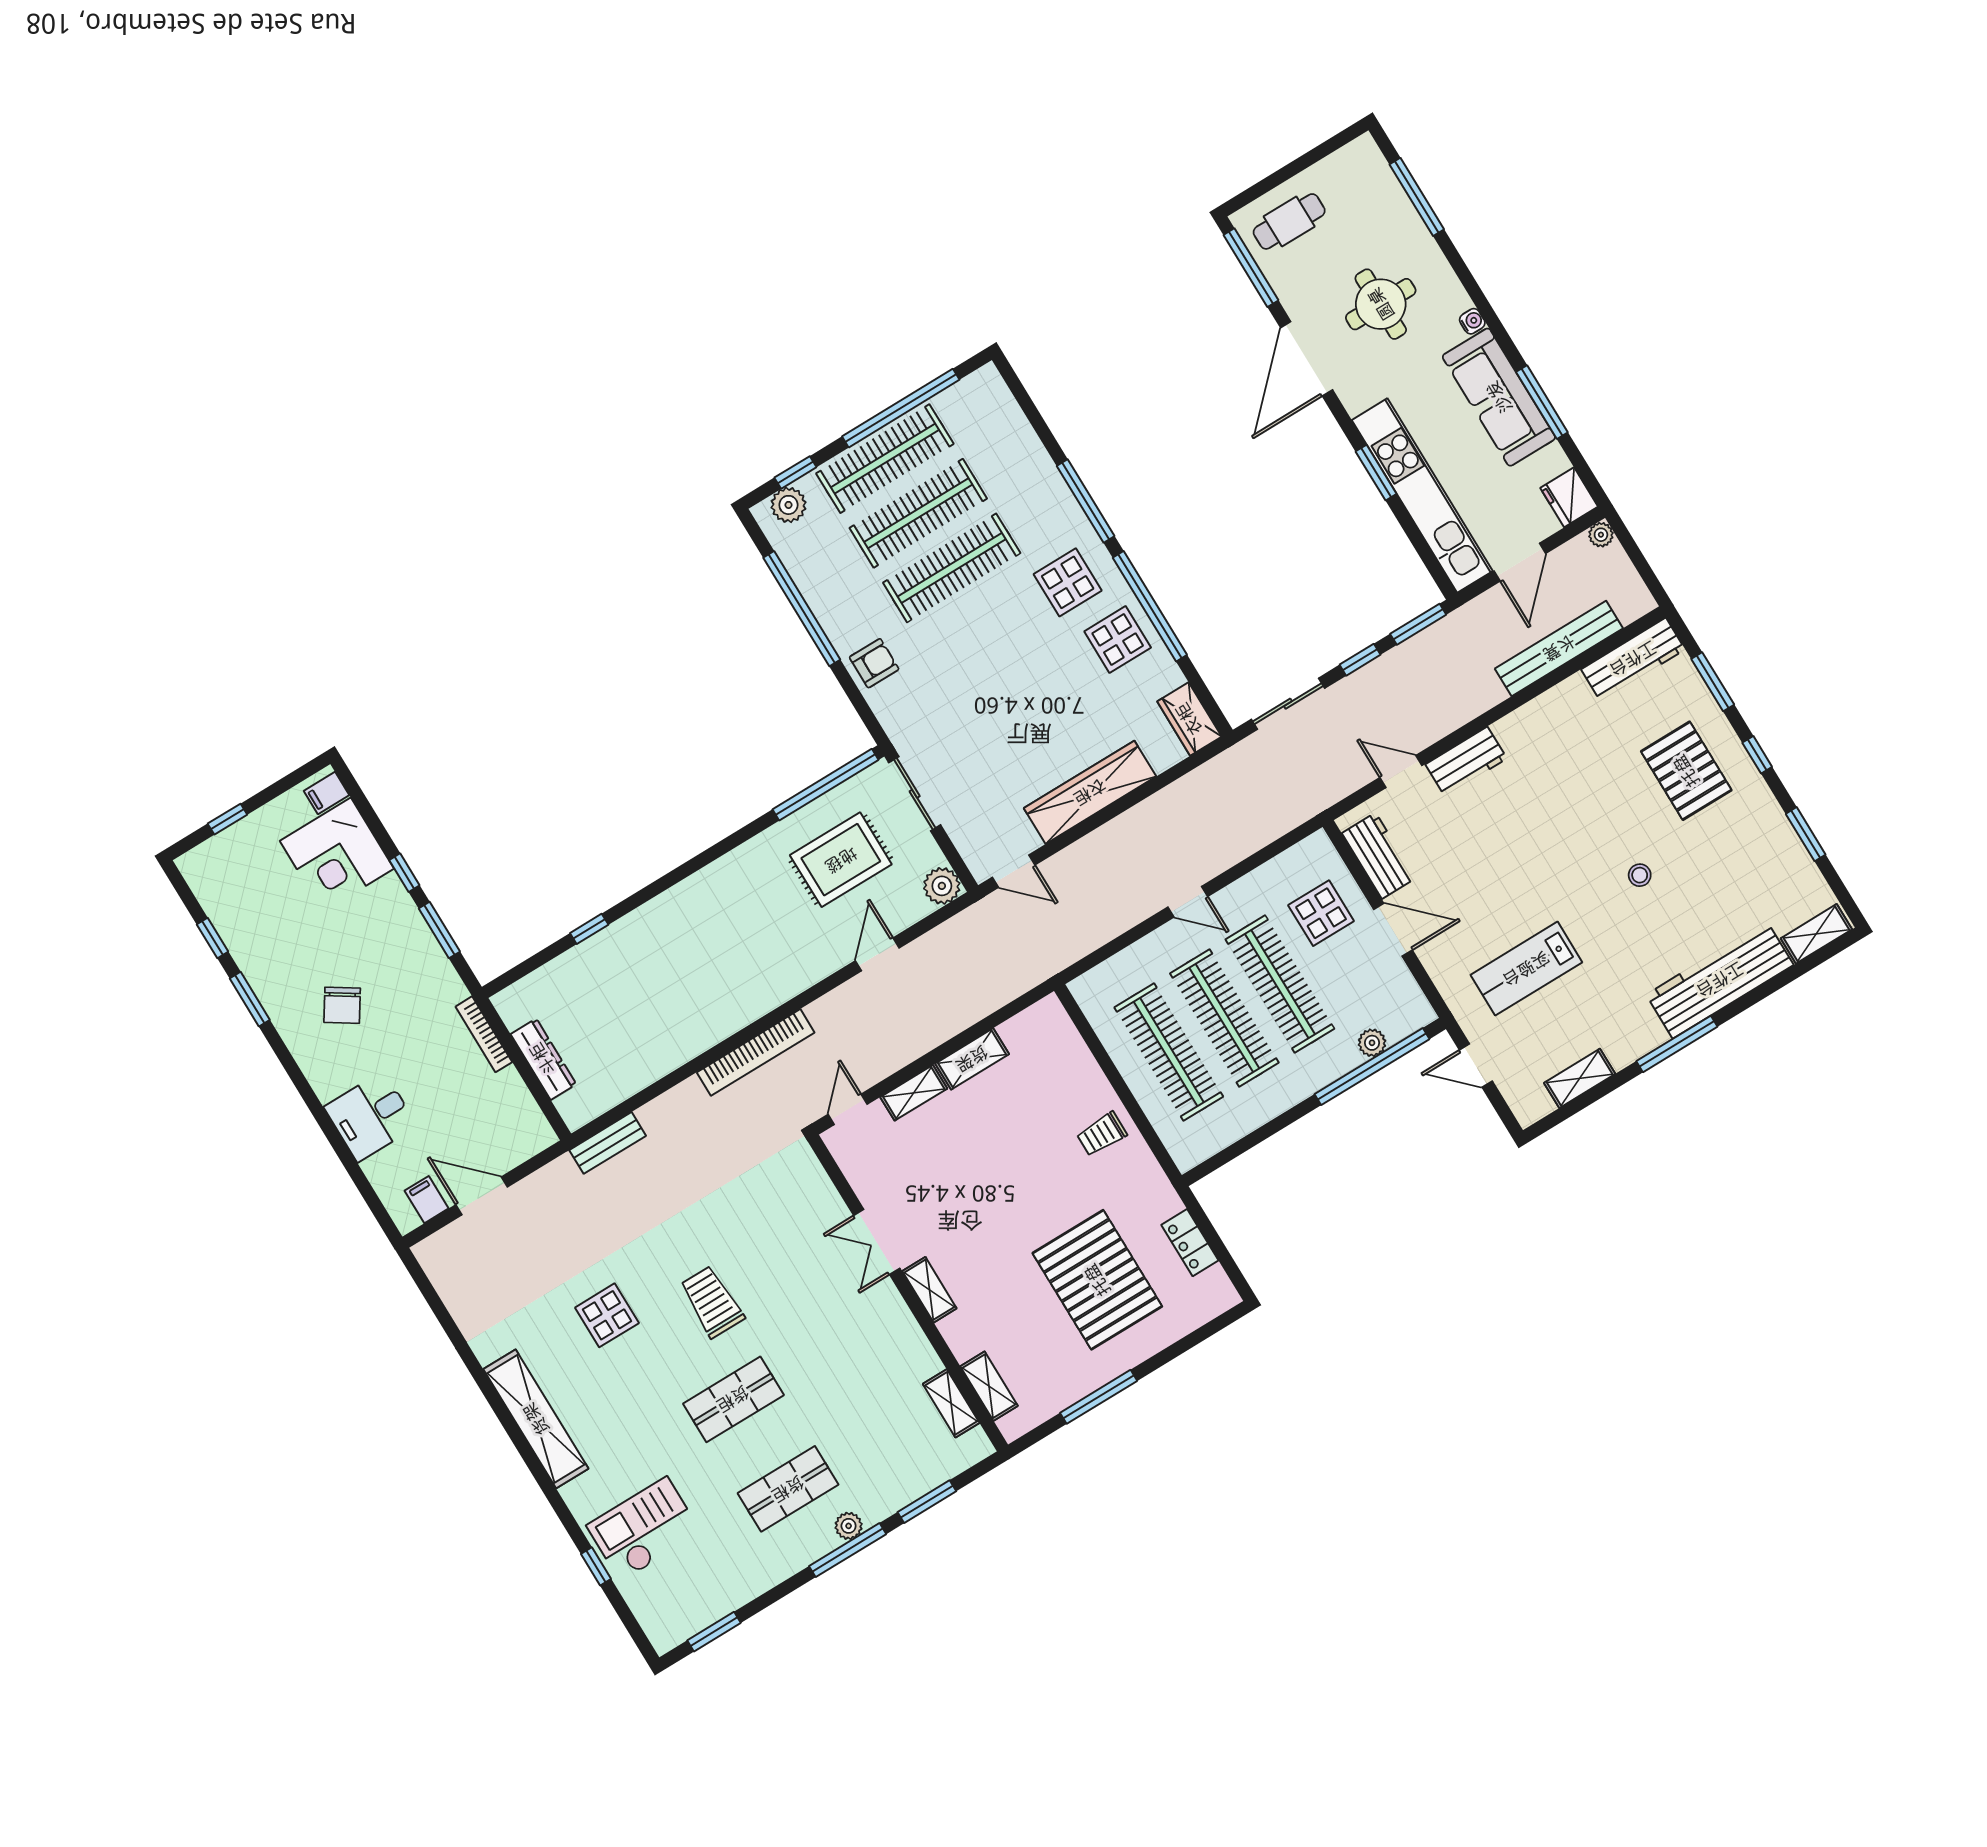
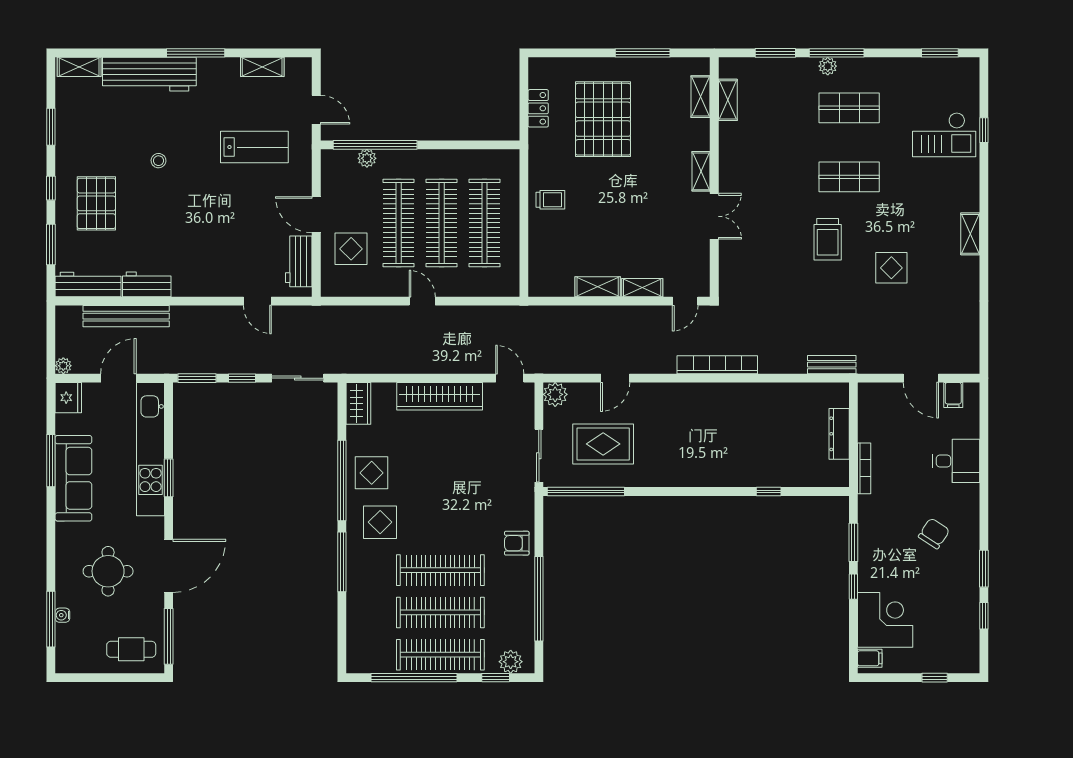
water cooler: (1472, 321) -> (62, 615), moved
workbench: (1466, 761) -> (147, 284), moved
shelving: (536, 1419) -> (970, 234), width x0.45, depth x0.75

